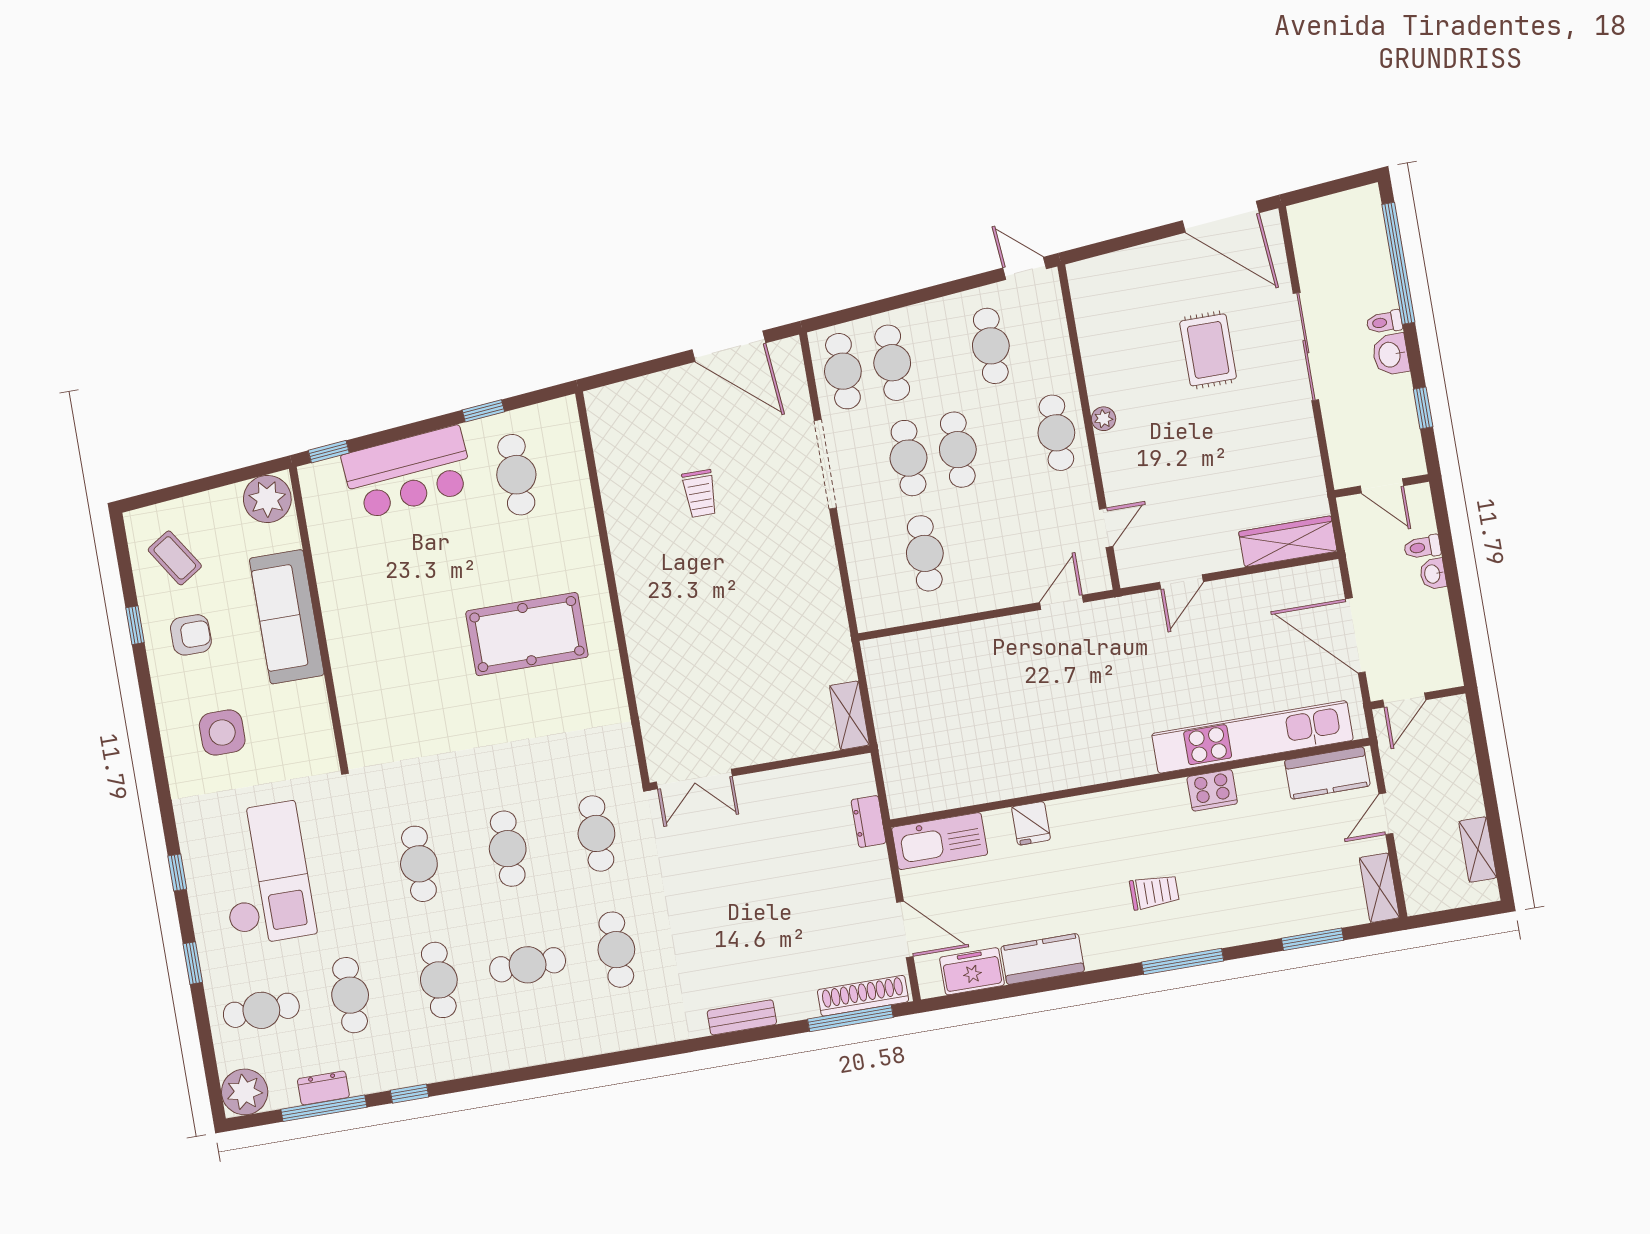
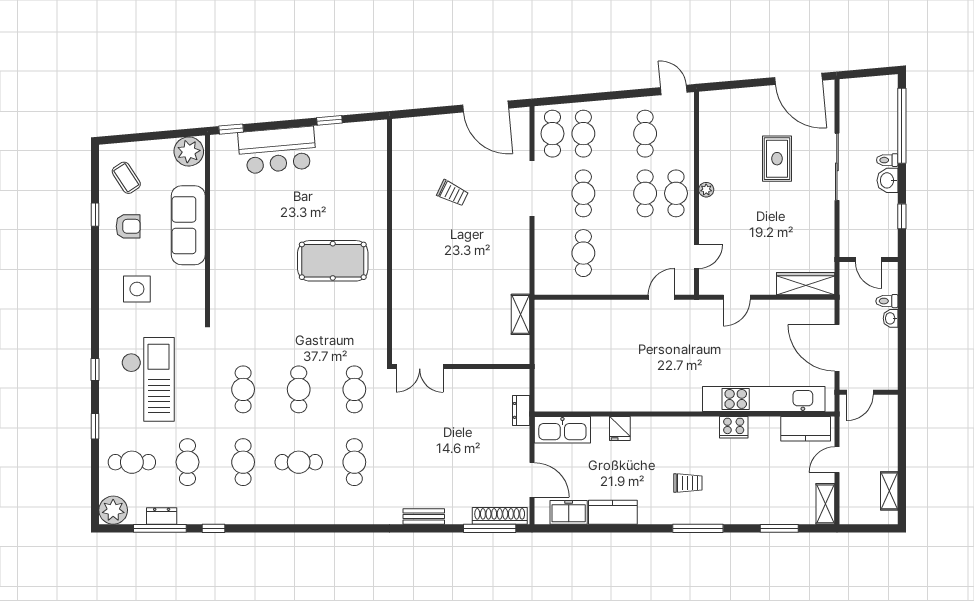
cafe table: (958, 450) -> (645, 193), moved
cafe table: (516, 475) -> (343, 163), removed
trolley: (700, 493) -> (453, 193), turned -64
shelving: (849, 715) -> (521, 314), moved

